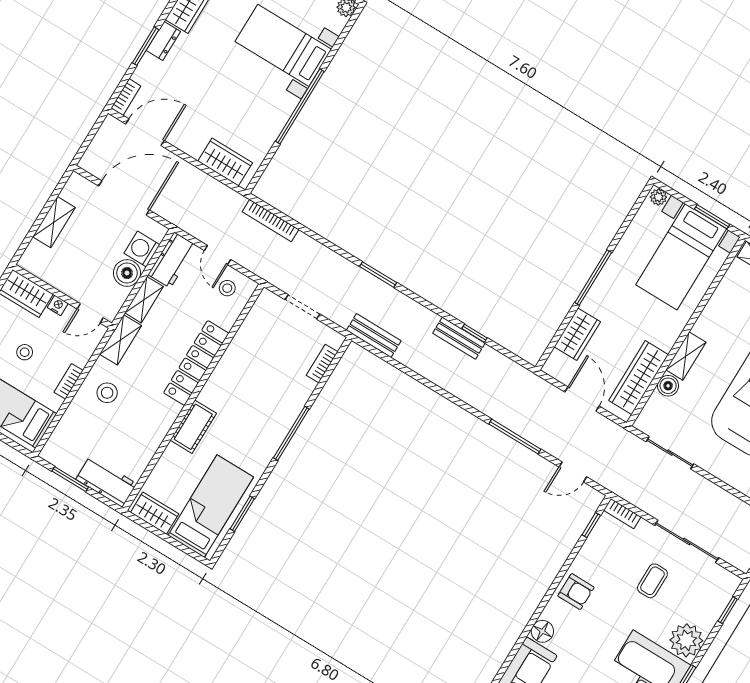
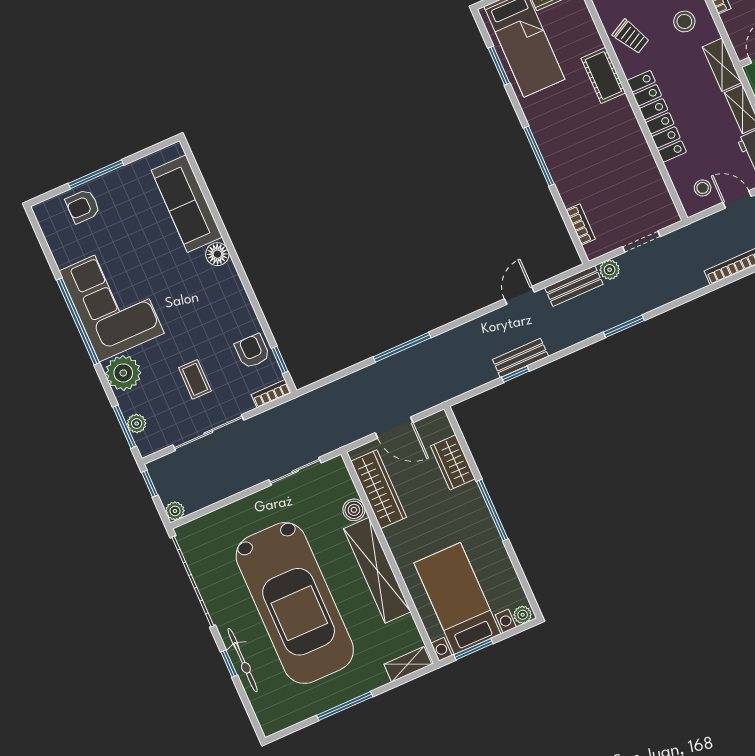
plant: (342, 316) -> (610, 270), added
shelving: (686, 356) -> (377, 570), width x2.20, depth x1.33
trolley: (148, 426) -> (631, 37), added
door: (573, 472) -> (519, 295), moved
armchair: (576, 592) -> (252, 351), moved, turned 90
plant: (719, 602) -> (137, 423), added
window: (728, 610) -> (124, 427), width x1.50

